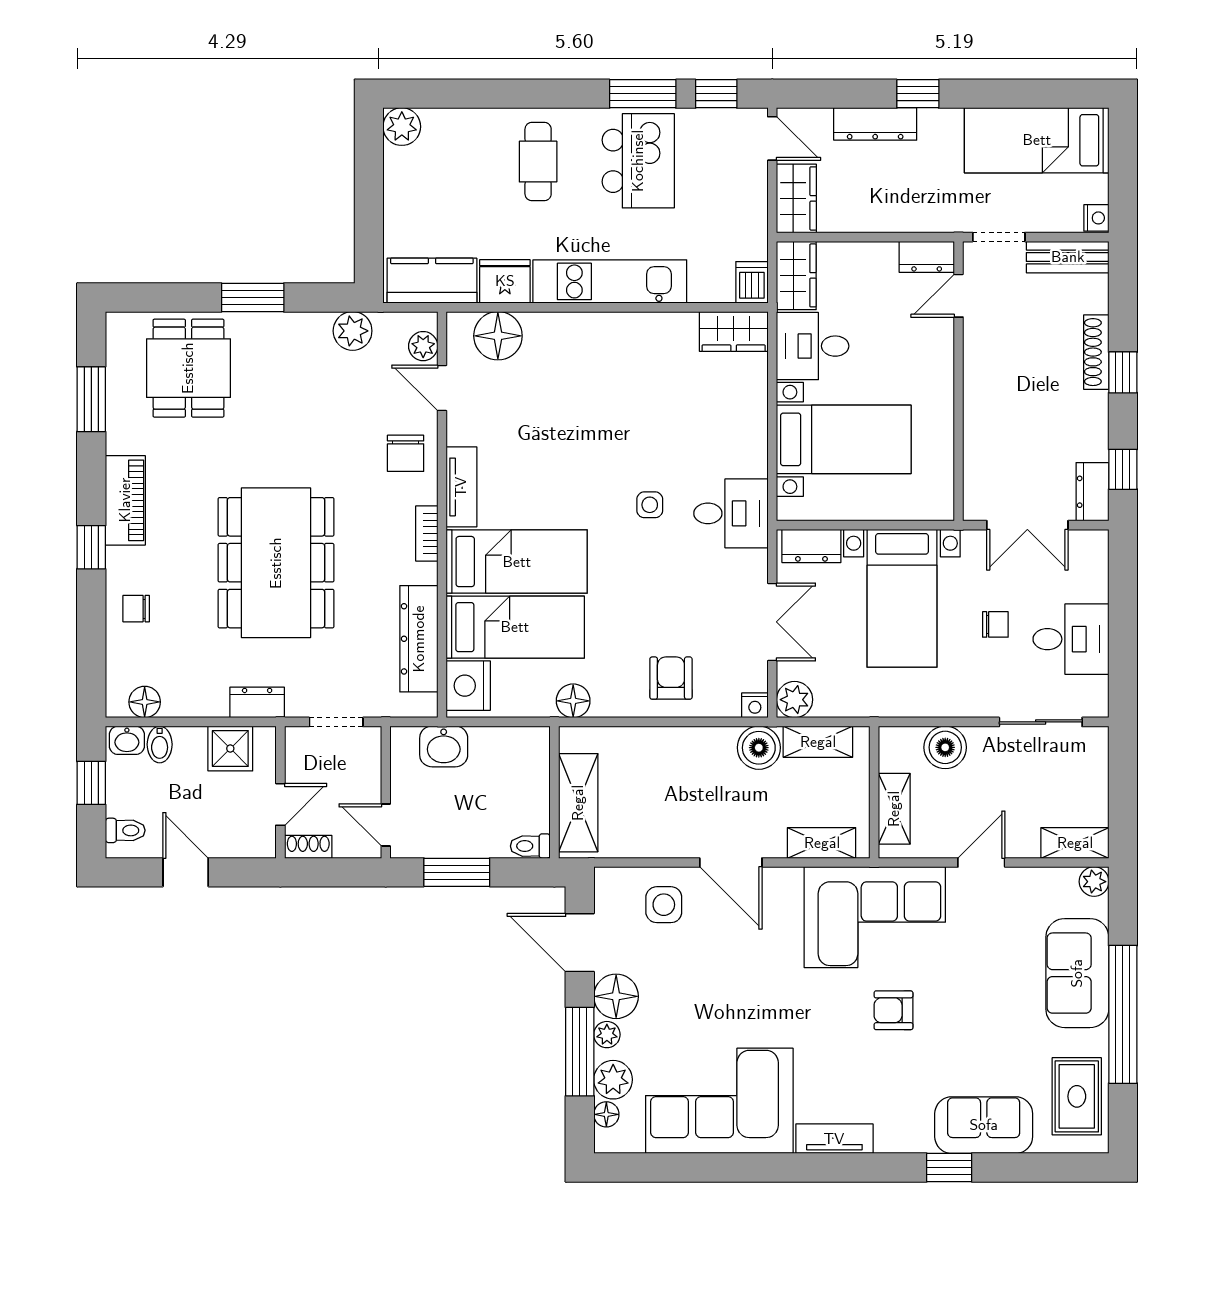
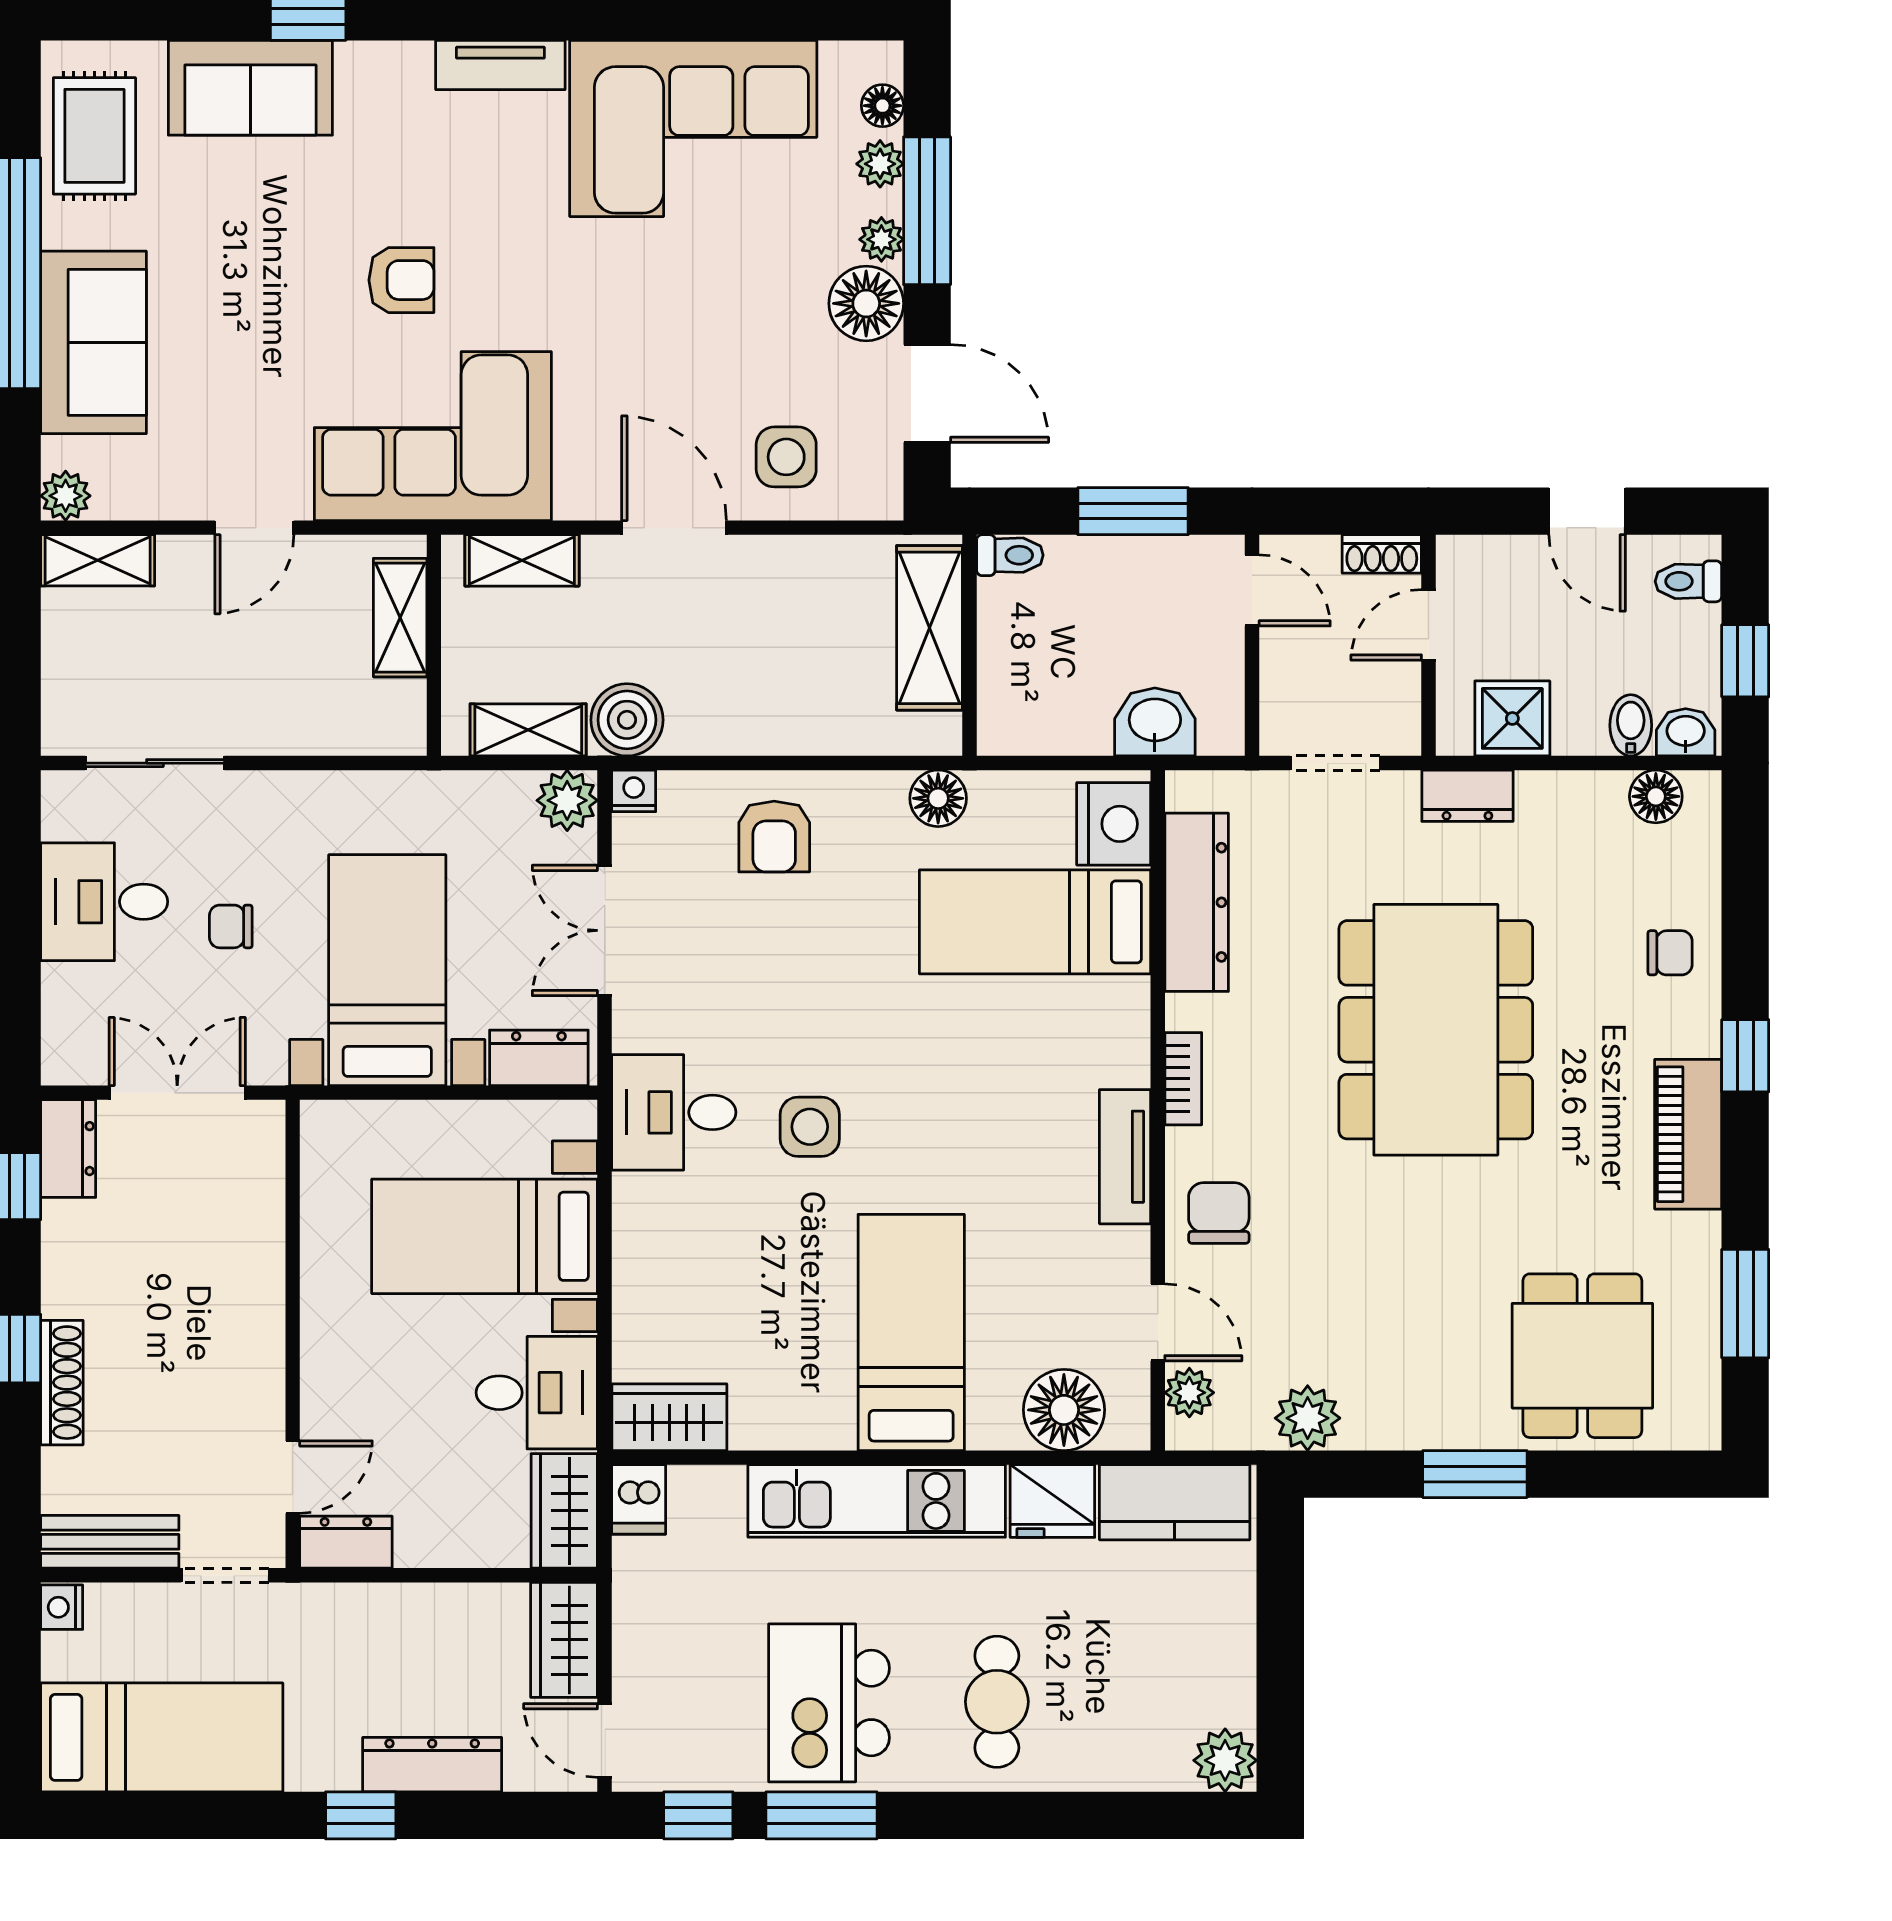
side table: (650, 505) -> (810, 1127), width x1.37, depth x1.37
bed: (517, 562) -> (911, 1332), moved, turned 90
boiler: (945, 747) -> (315, 720), removed
plant: (613, 1080) -> (880, 164), width x0.73, depth x0.73

